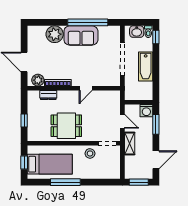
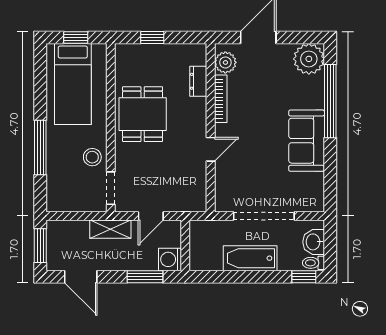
window: (88, 22) -> (330, 101), moved
plant: (55, 34) -> (309, 59), moved
door: (86, 88) -> (211, 149), swing flipped
window: (65, 182) -> (40, 148), moved

